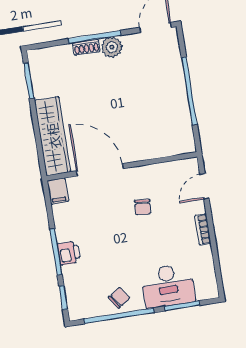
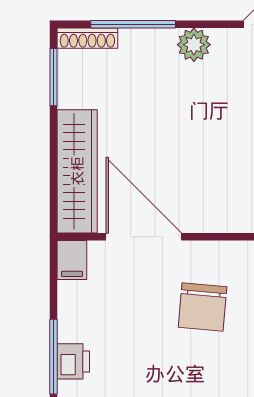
window: (95, 37) -> (133, 24), moved
shoe rack: (86, 47) -> (87, 38), moved, width x1.43
chair: (143, 207) -> (203, 307), width x1.87, depth x1.87

